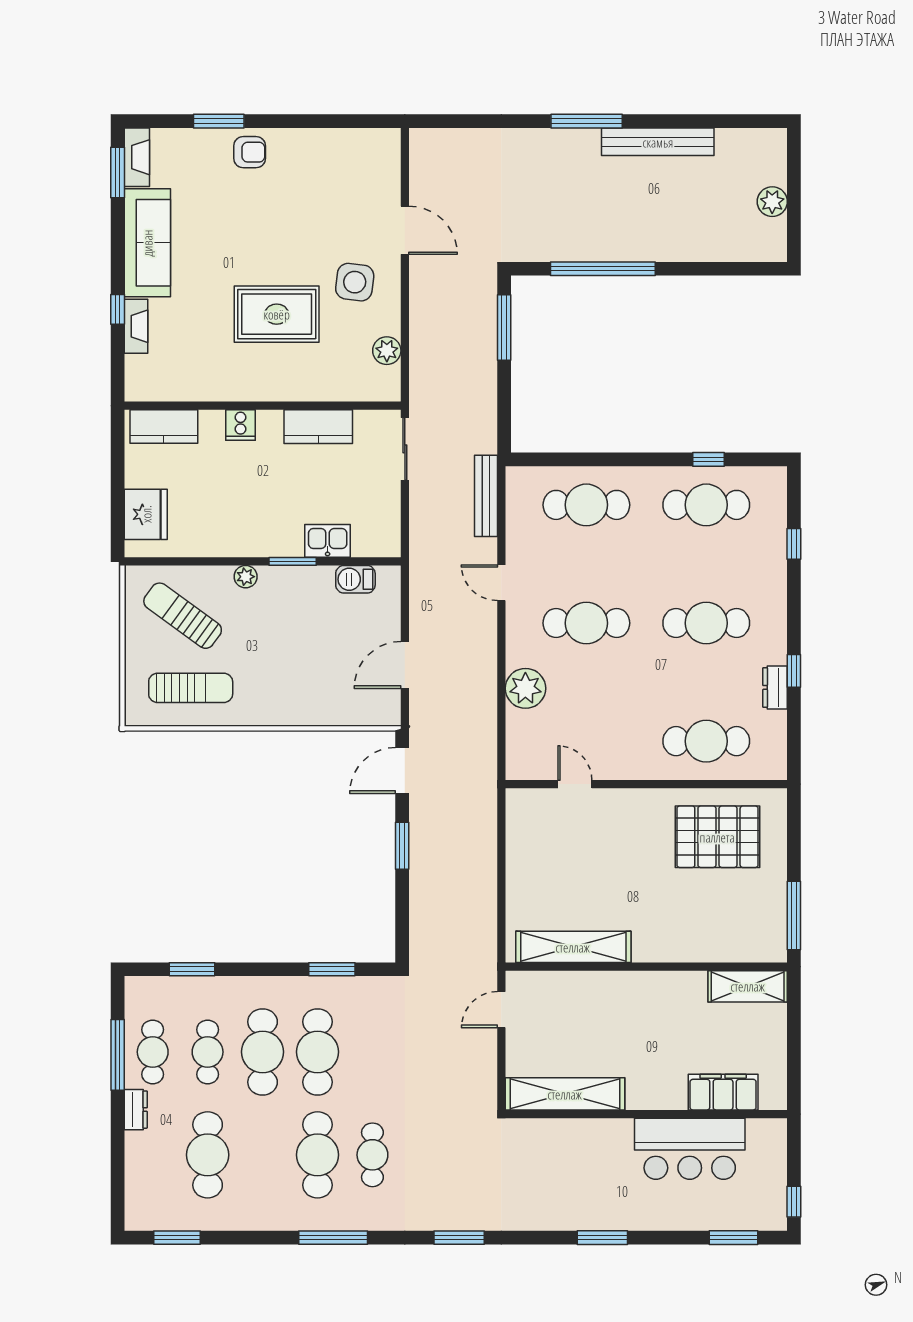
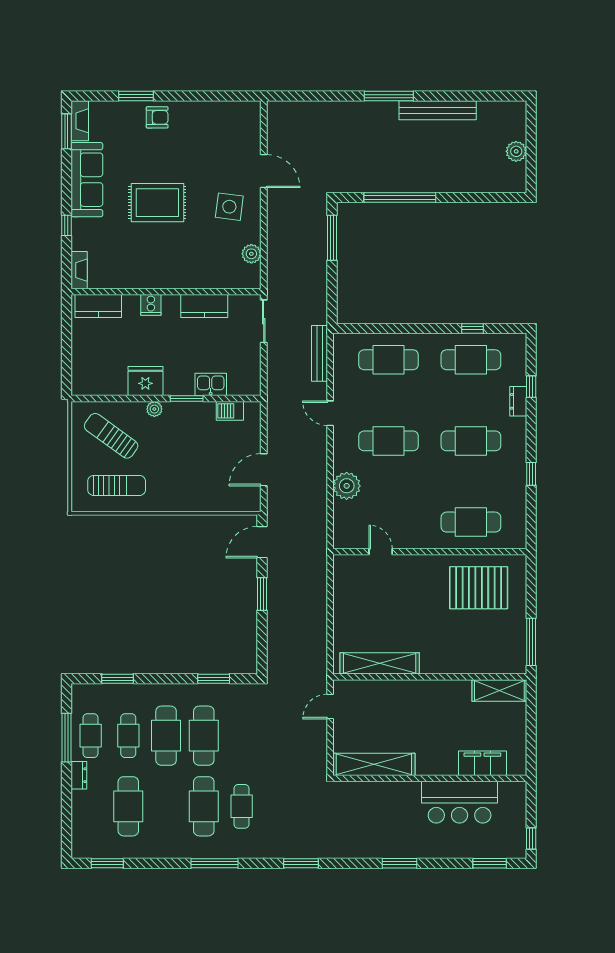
rug: (277, 314) -> (157, 203), moved
fireplace: (136, 326) -> (79, 270), moved
fridge: (146, 514) -> (145, 381), moved, turned -90
dresser: (775, 687) -> (518, 401), moved

